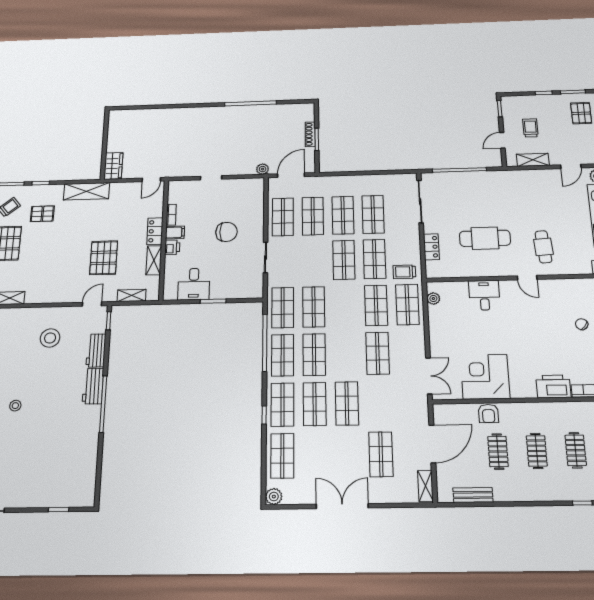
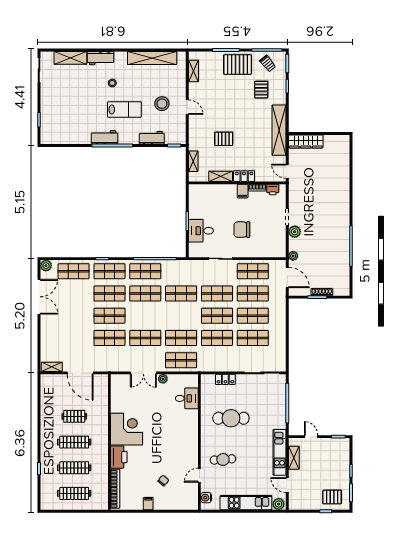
trolley: (530, 128) -> (321, 458), removed
wardrobe: (113, 166) -> (306, 141), width x1.50
plant: (231, 168) -> (295, 232), added
kitchen unit: (527, 177) -> (279, 452), added
shelving: (87, 191) -> (279, 130), width x1.47
chair: (226, 232) -> (242, 230), turned 90
cafe table: (485, 238) -> (231, 418), turned 90
printer: (172, 247) -> (273, 190), moved
pallet: (104, 258) -> (224, 139), width x0.67, depth x0.71
trolley: (404, 272) -> (206, 359), removed
door: (527, 278) -> (199, 475), moved
desk: (194, 284) -> (201, 231), moved
desk: (484, 295) -> (187, 398), moved
plant: (433, 299) -> (163, 379), moved
door: (92, 304) -> (187, 107), moved
shop shelf: (283, 308) -> (217, 294), moved
double door: (429, 376) -> (143, 373), moved
corner desk: (485, 377) -> (127, 429), moved
workbench: (93, 386) -> (105, 137), moved
lab bench: (54, 388) -> (124, 110), added
armchair: (488, 413) -> (100, 412), removed
clothes rail: (576, 450) -> (74, 468), width x1.36
clothes rail: (537, 451) -> (74, 442), width x1.36
shop shelf: (381, 454) -> (109, 338), moved
bench: (473, 495) -> (45, 398), removed
double door: (342, 506) -> (39, 297), moved

